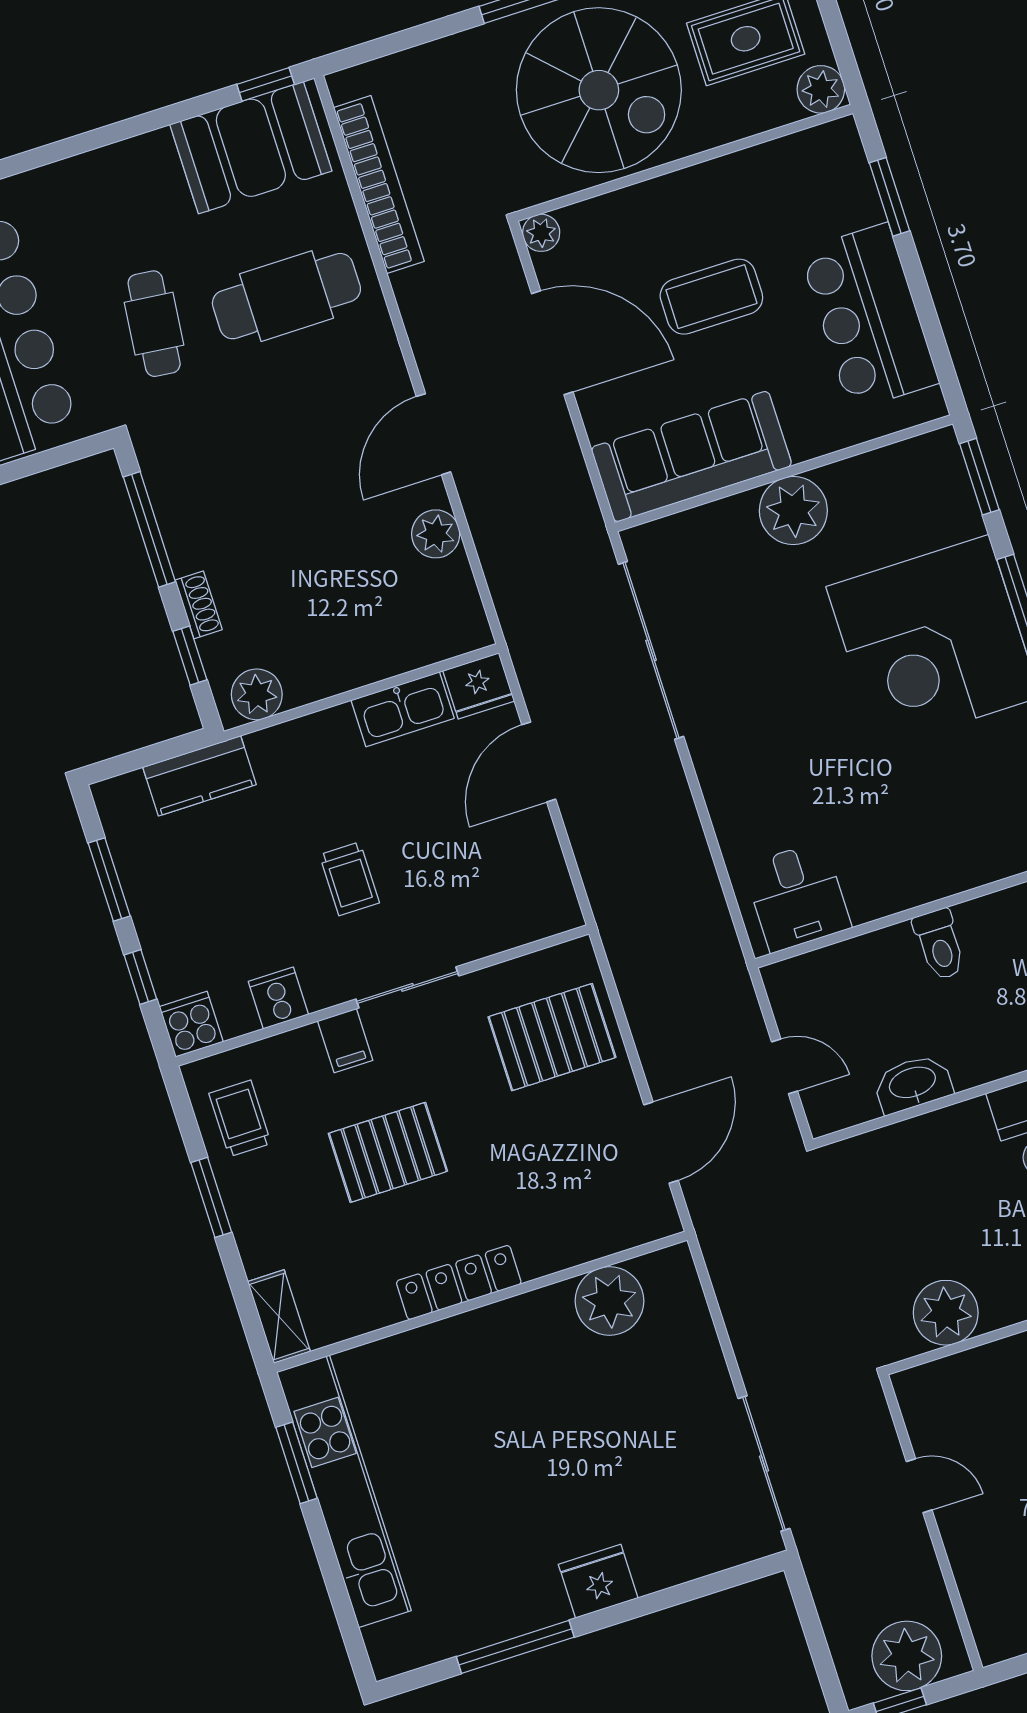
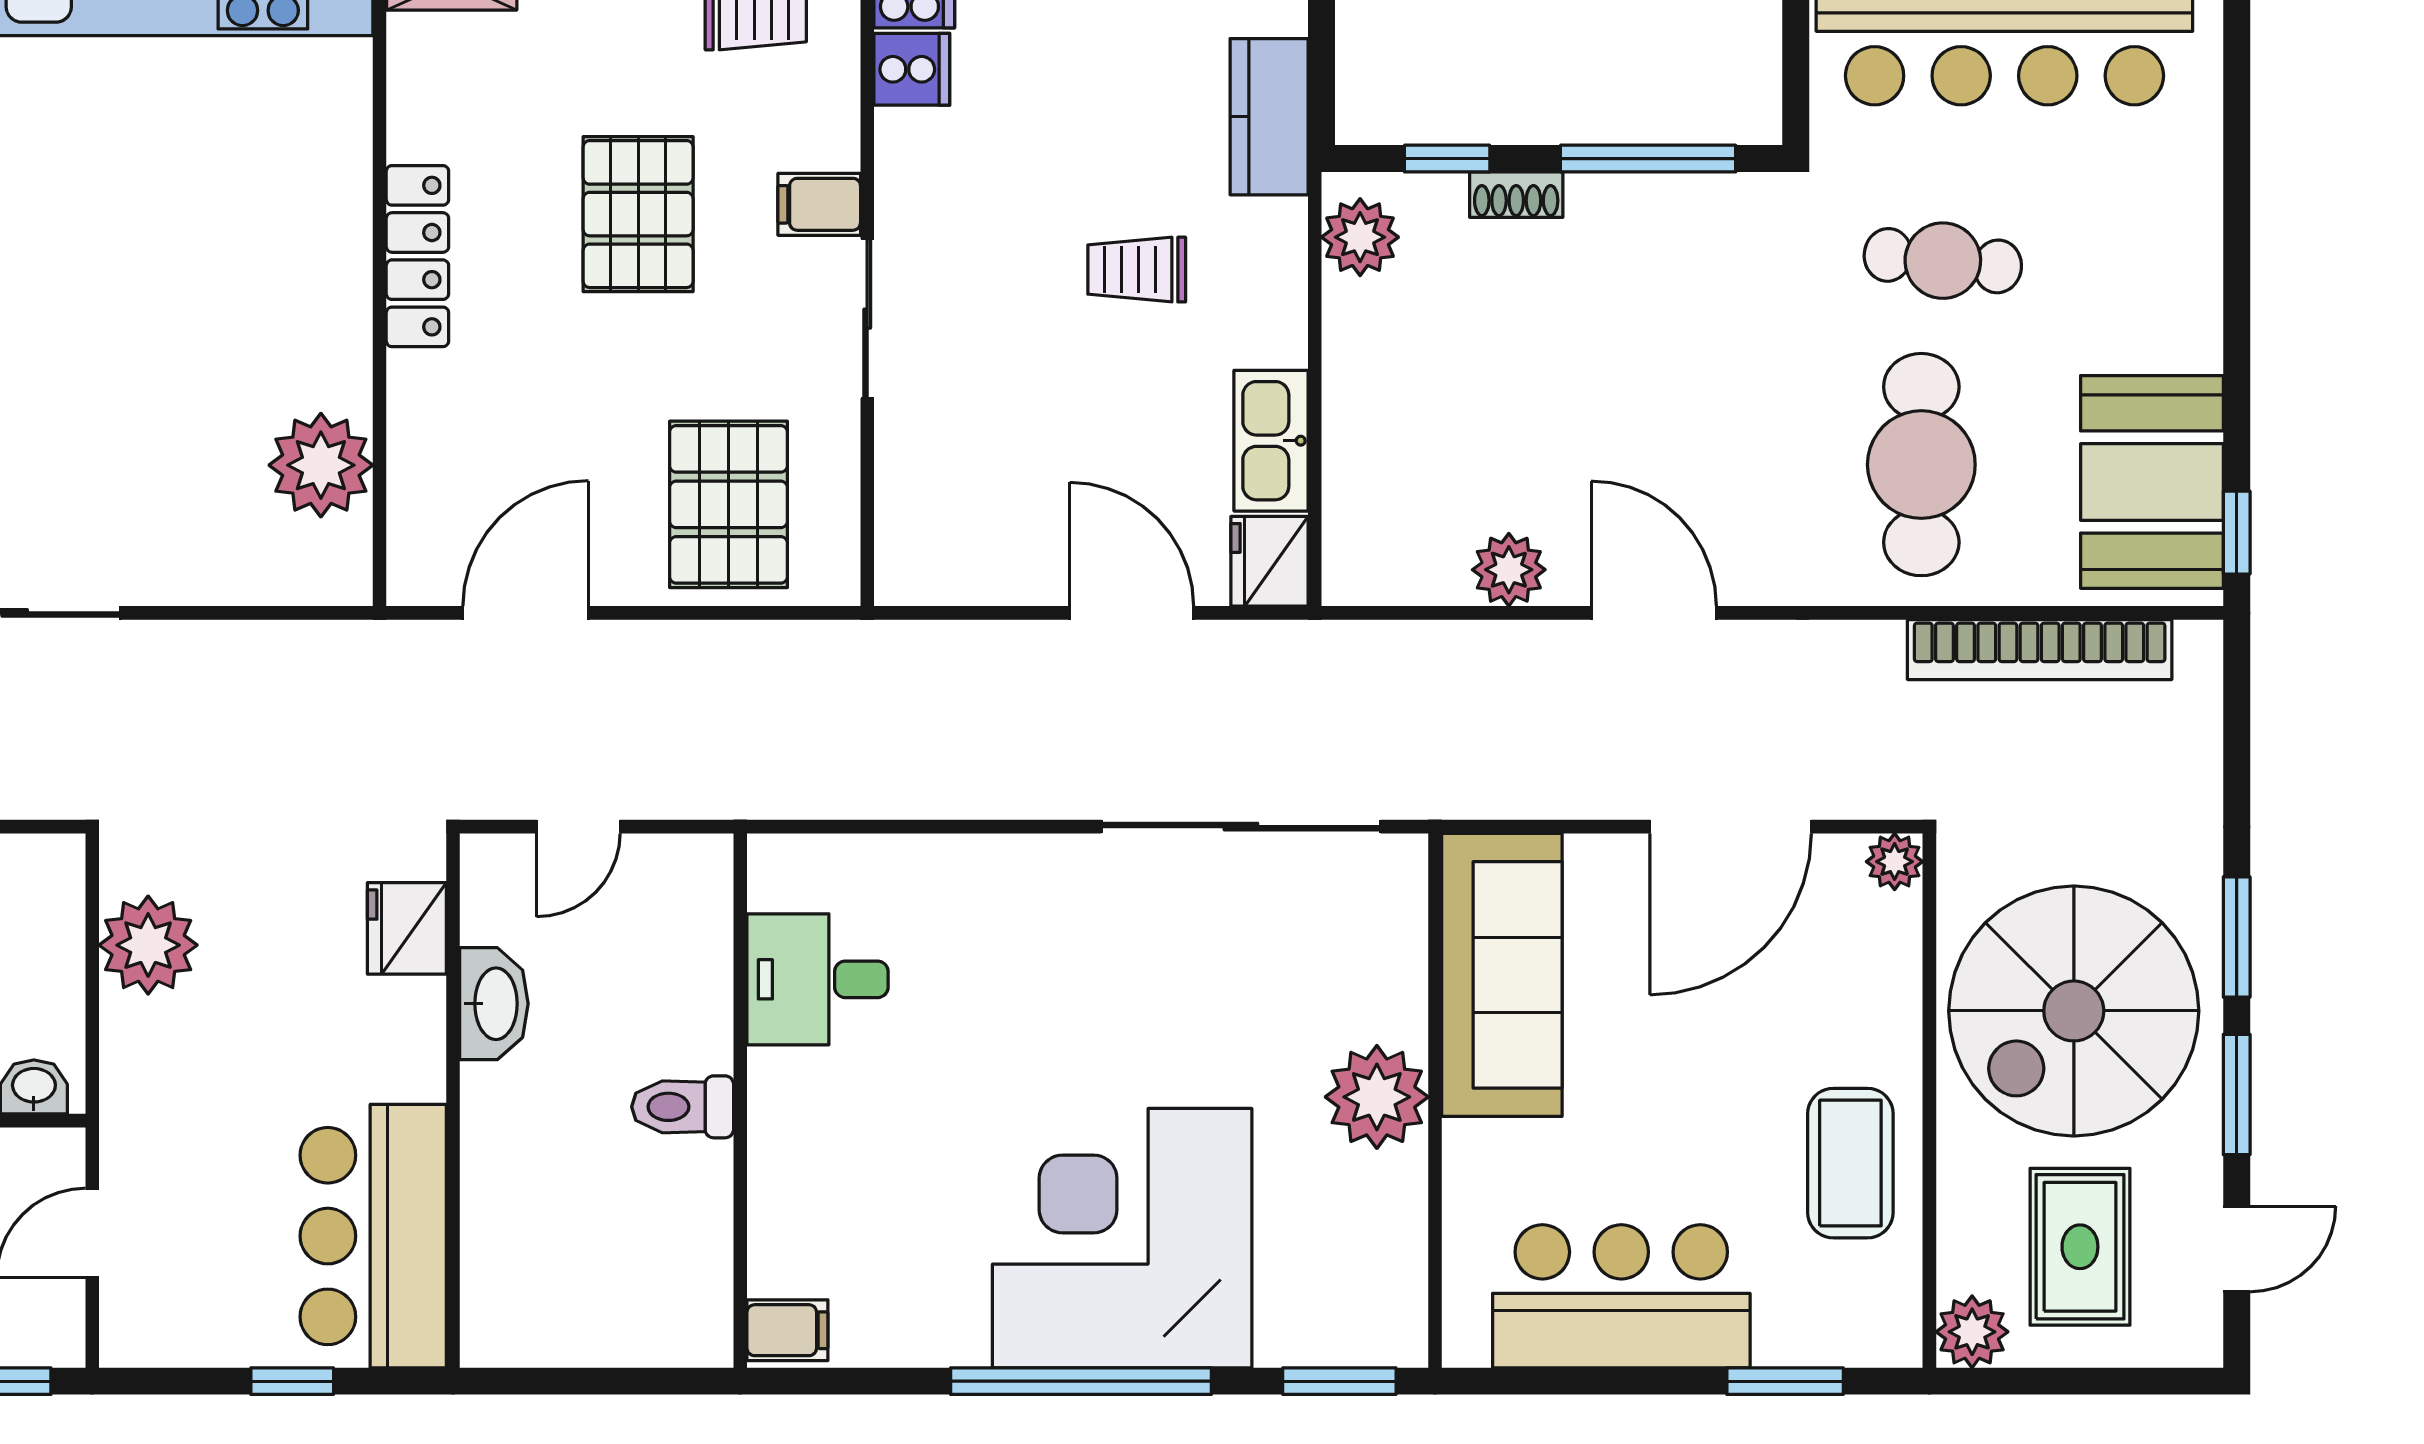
coffee table: (711, 297) -> (1850, 1163), moved
trolley: (349, 879) -> (1137, 270), moved
desk: (797, 897) -> (818, 979), moved
cooker: (278, 998) -> (912, 69), moved
door: (661, 1143) -> (526, 613), swing flipped
fridge: (883, 1154) -> (407, 928), added

